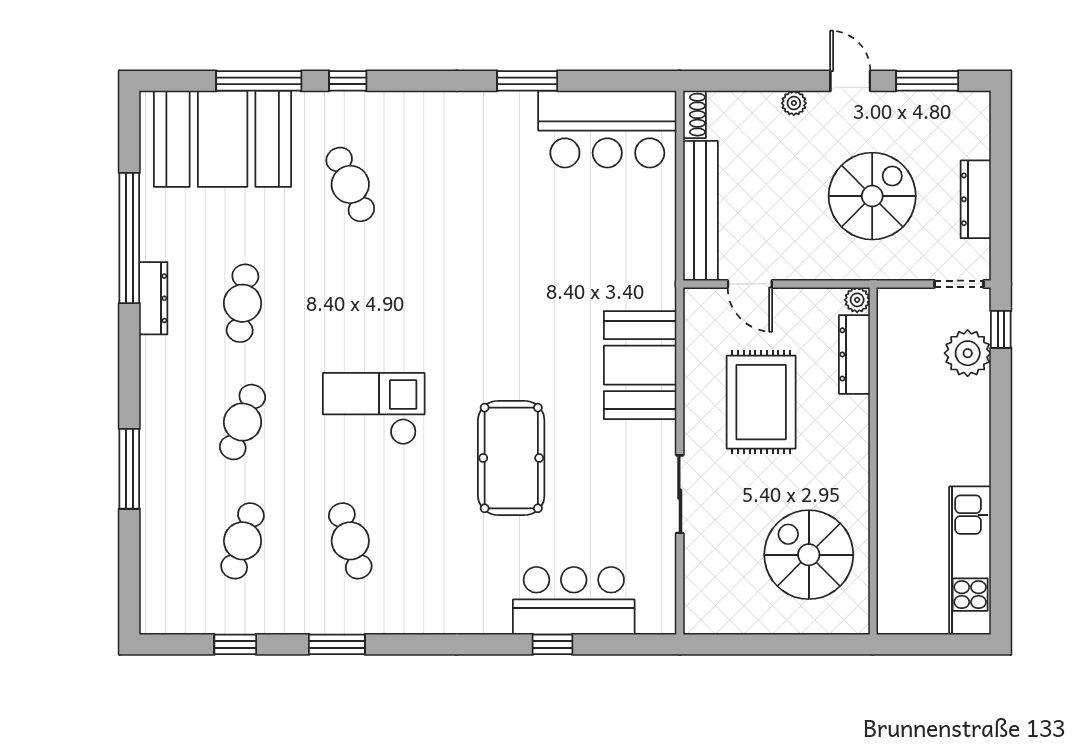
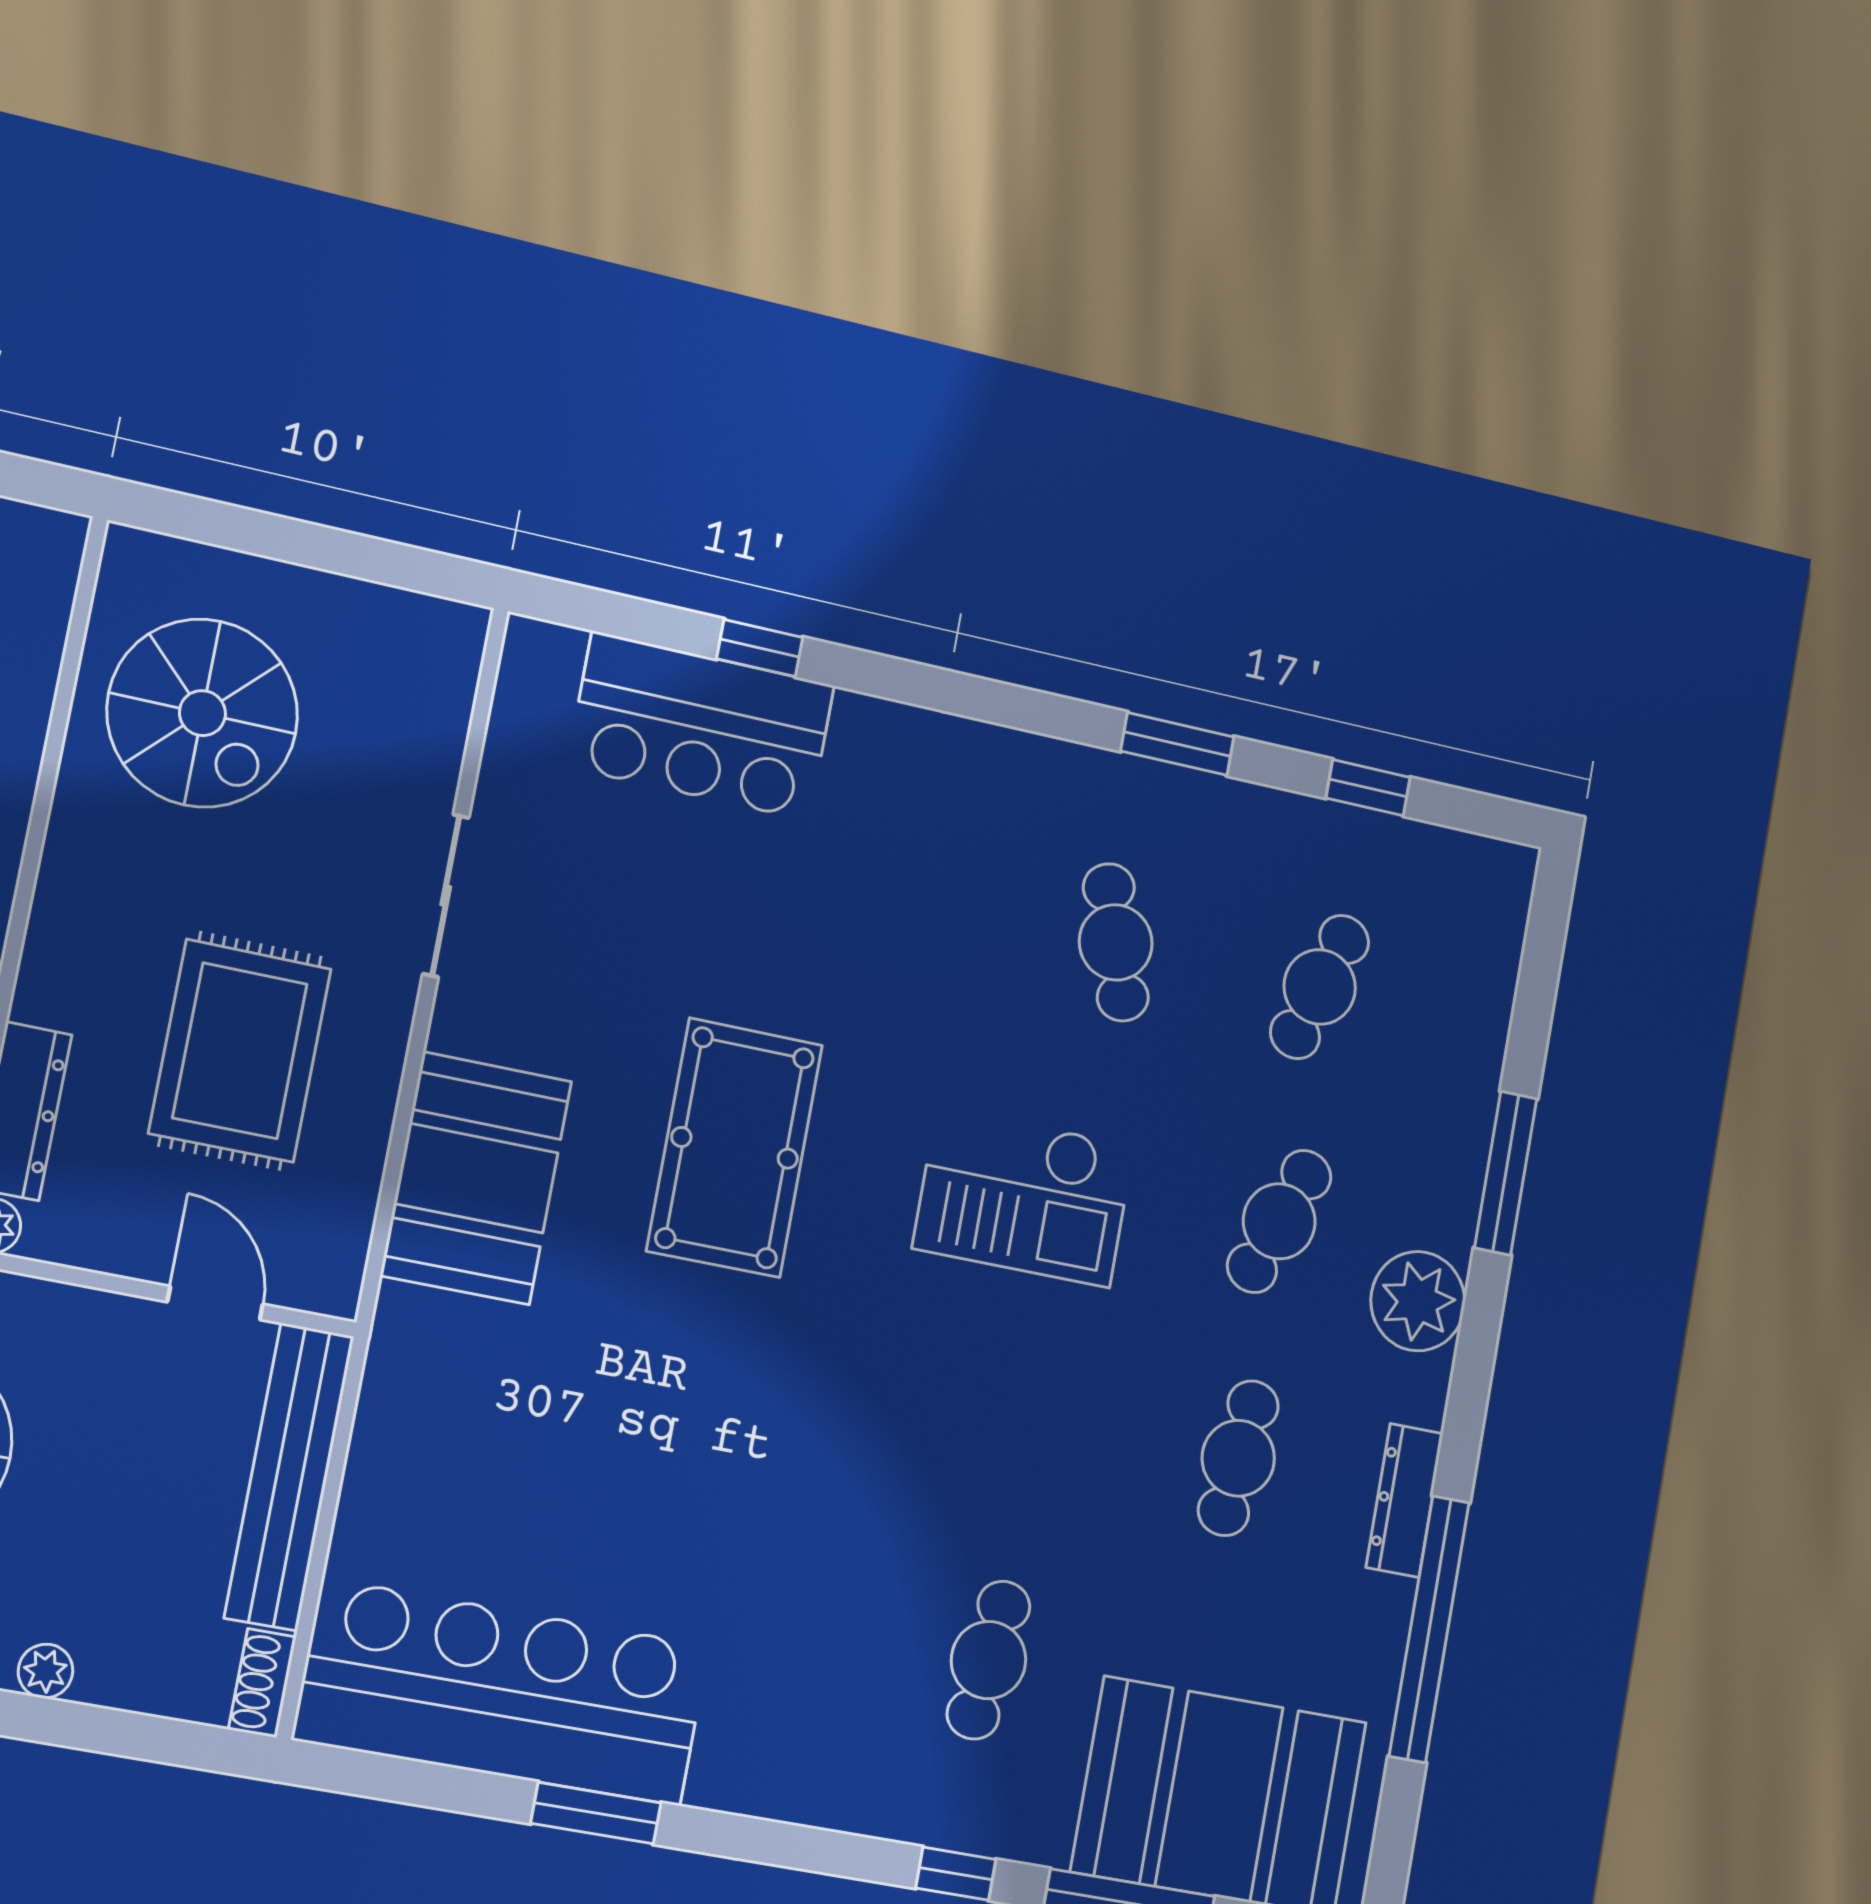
bar counter: (607, 129) -> (502, 1693), width x1.36
cafe table: (350, 184) -> (988, 1660), turned 30
plant: (164, 397) -> (1418, 1301), added
pool table: (511, 458) -> (735, 1148), moved

